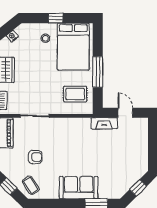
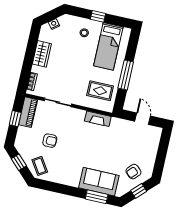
bed: (73, 47) -> (108, 46), width x0.67
fireplace: (104, 123) -> (98, 119), moved
armchair: (128, 169) -> (133, 172), added
sofa: (79, 188) -> (99, 182), moved

